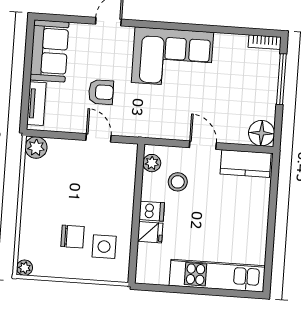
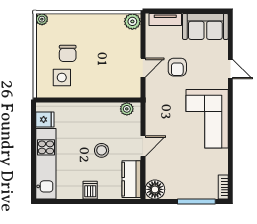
stool: (178, 182) -> (102, 150), moved
dishwasher: (152, 211) -> (90, 190), moved, turned 180
fridge: (150, 232) -> (45, 119), moved, turned -90

